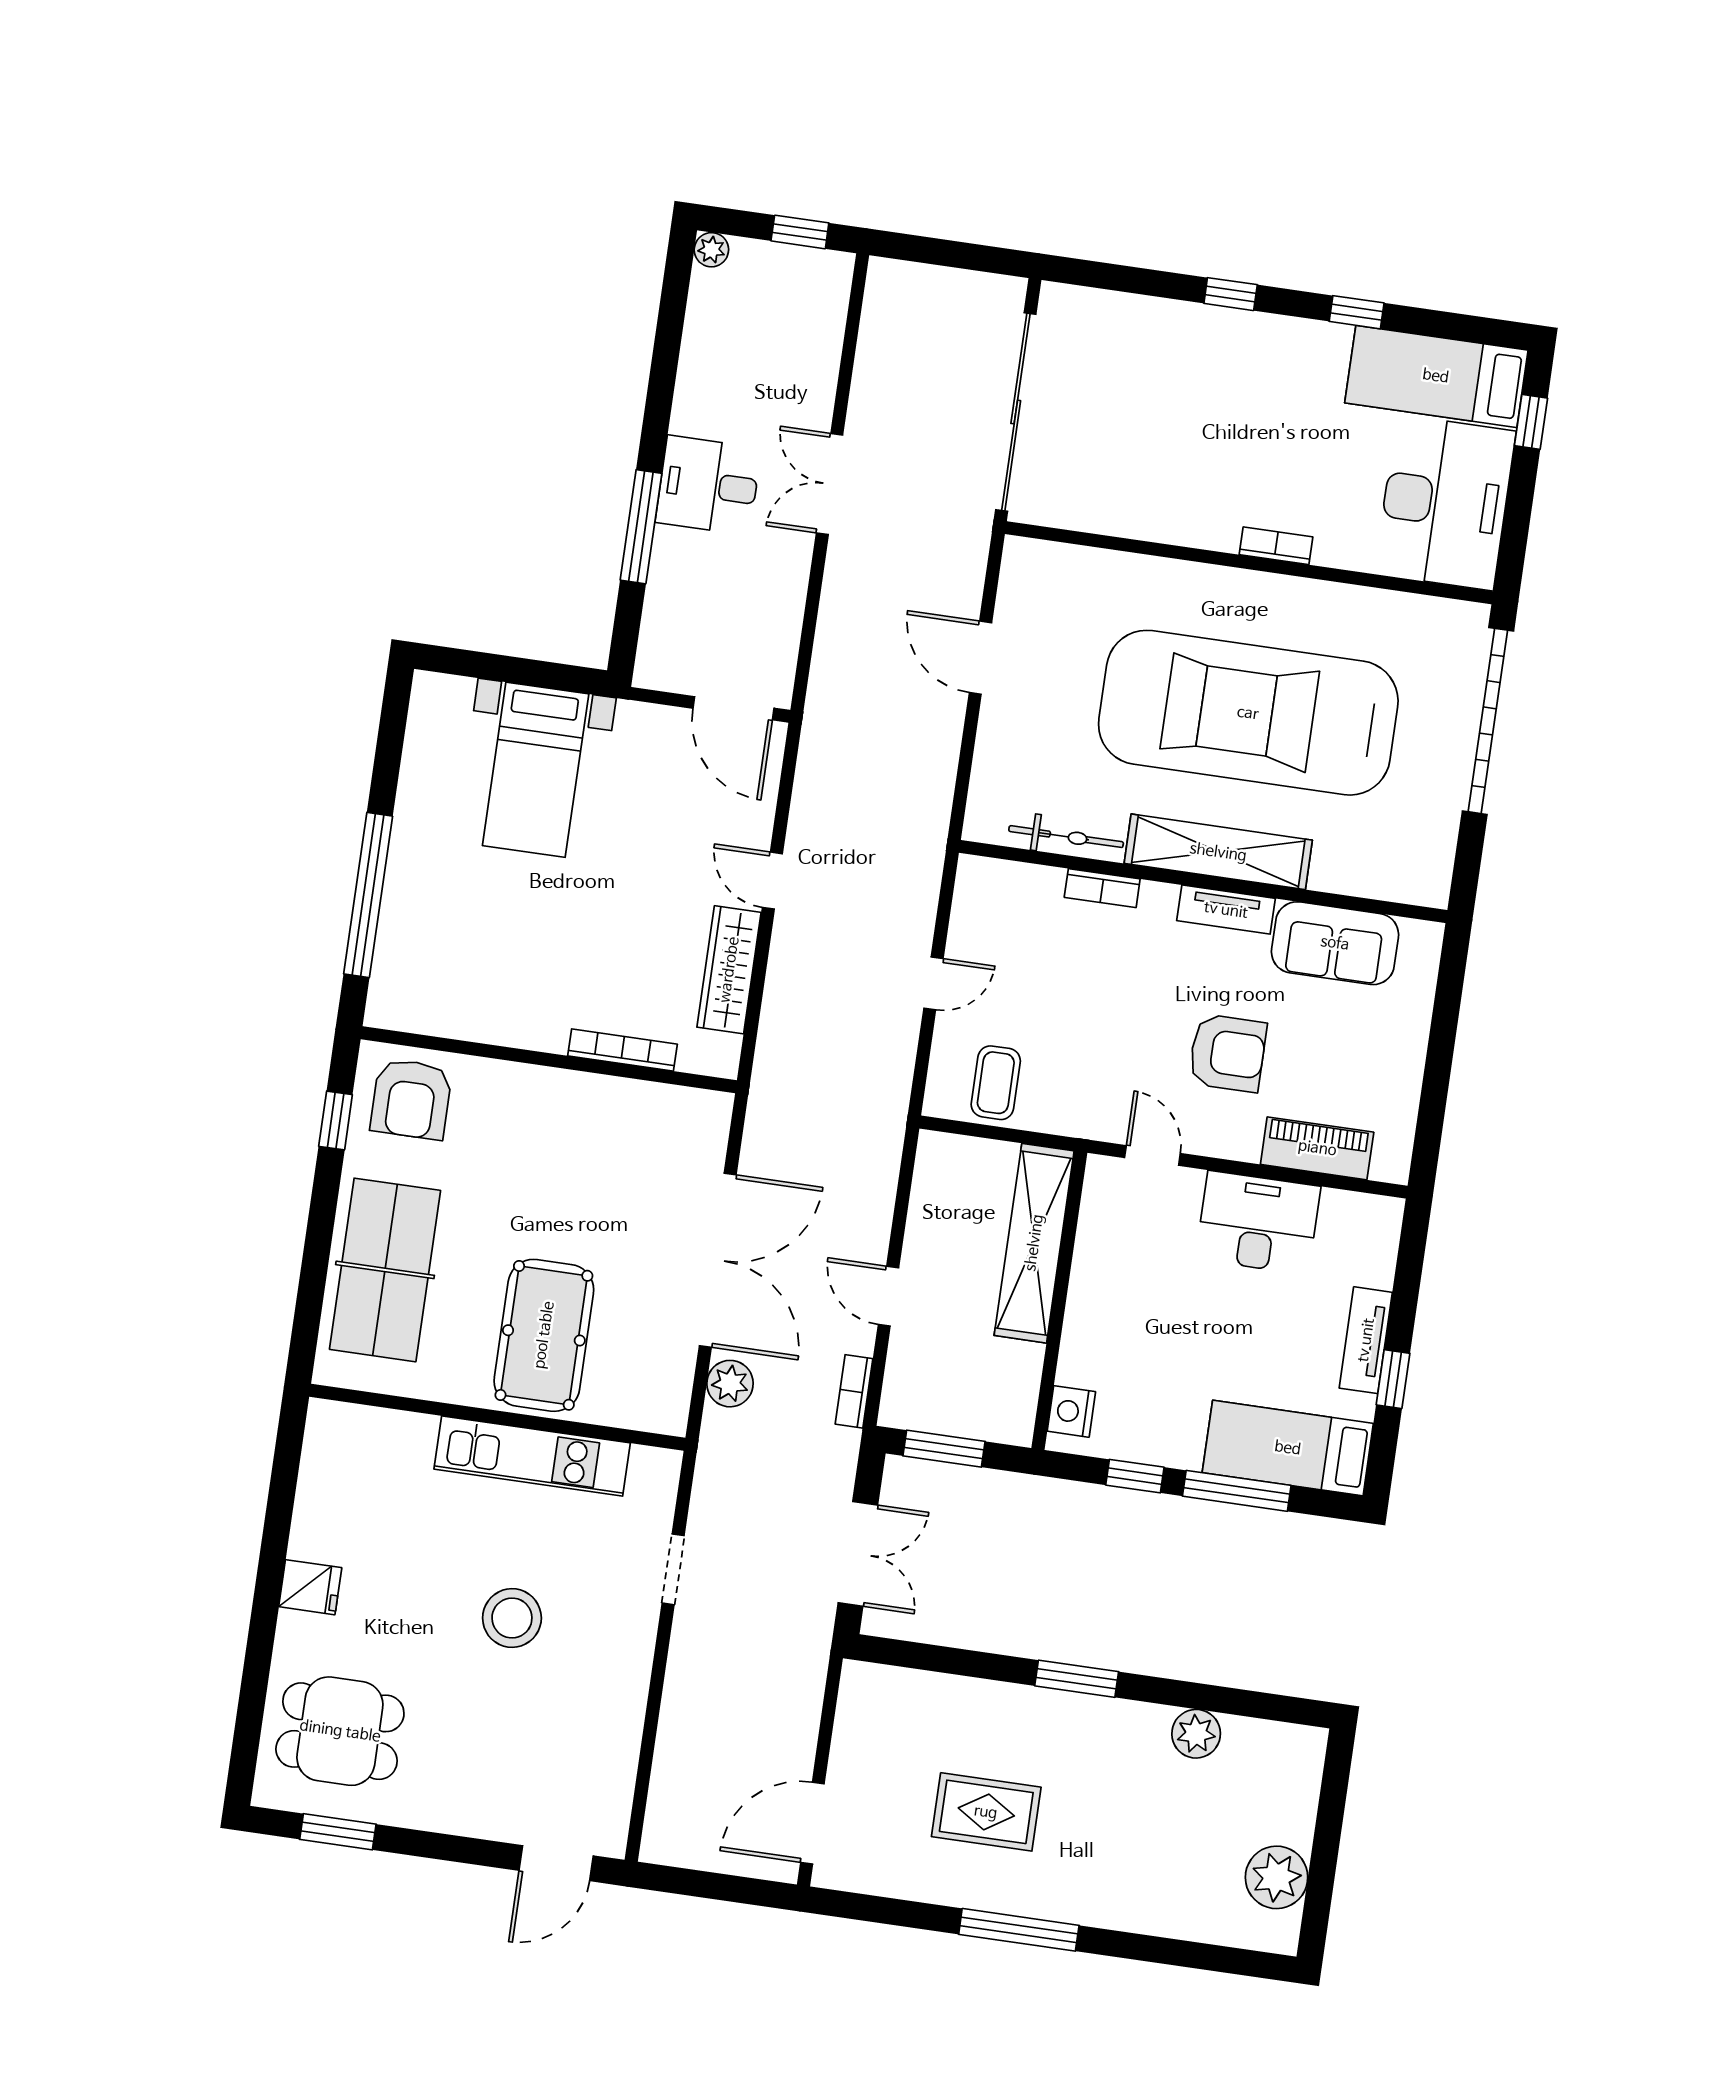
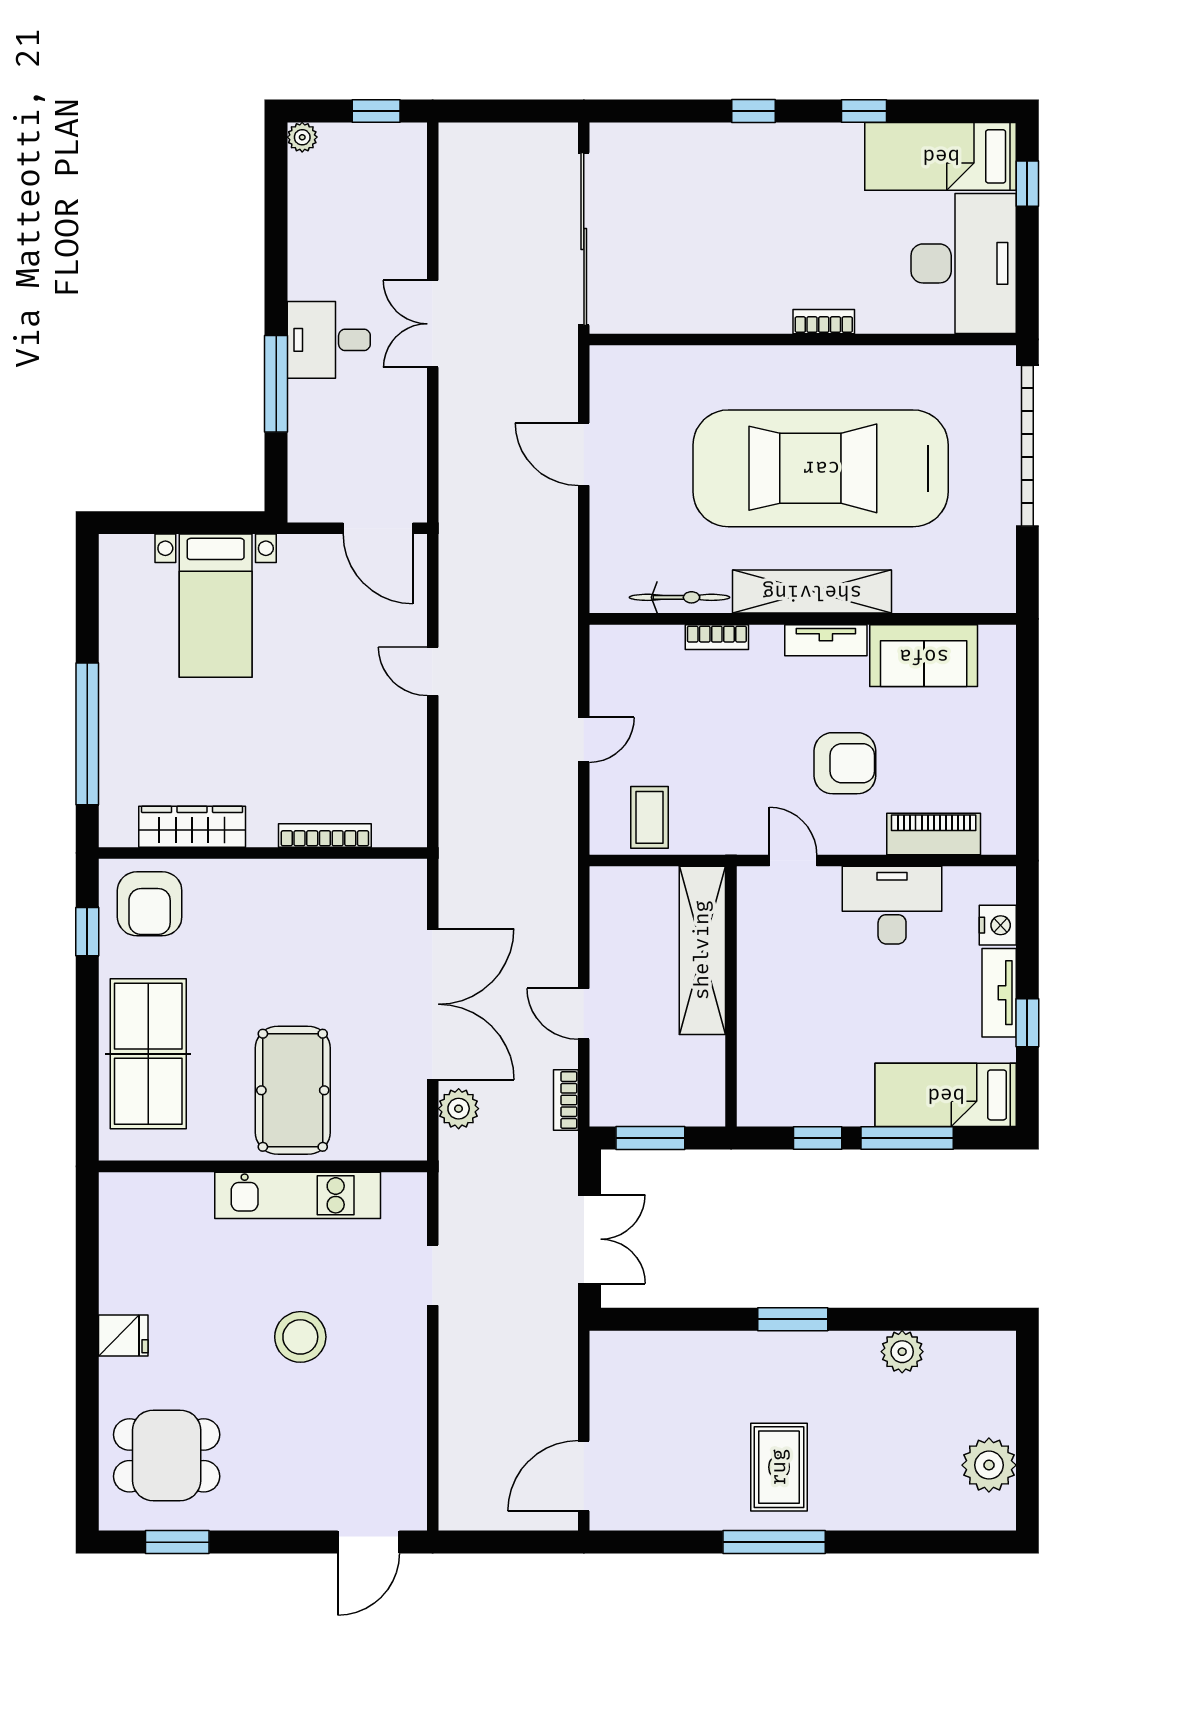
wardrobe: (729, 970) -> (192, 827), moved, turned 90
nightstand: (1071, 1411) -> (998, 925), moved, turned 180
rug: (986, 1812) -> (779, 1467), moved, turned 90

